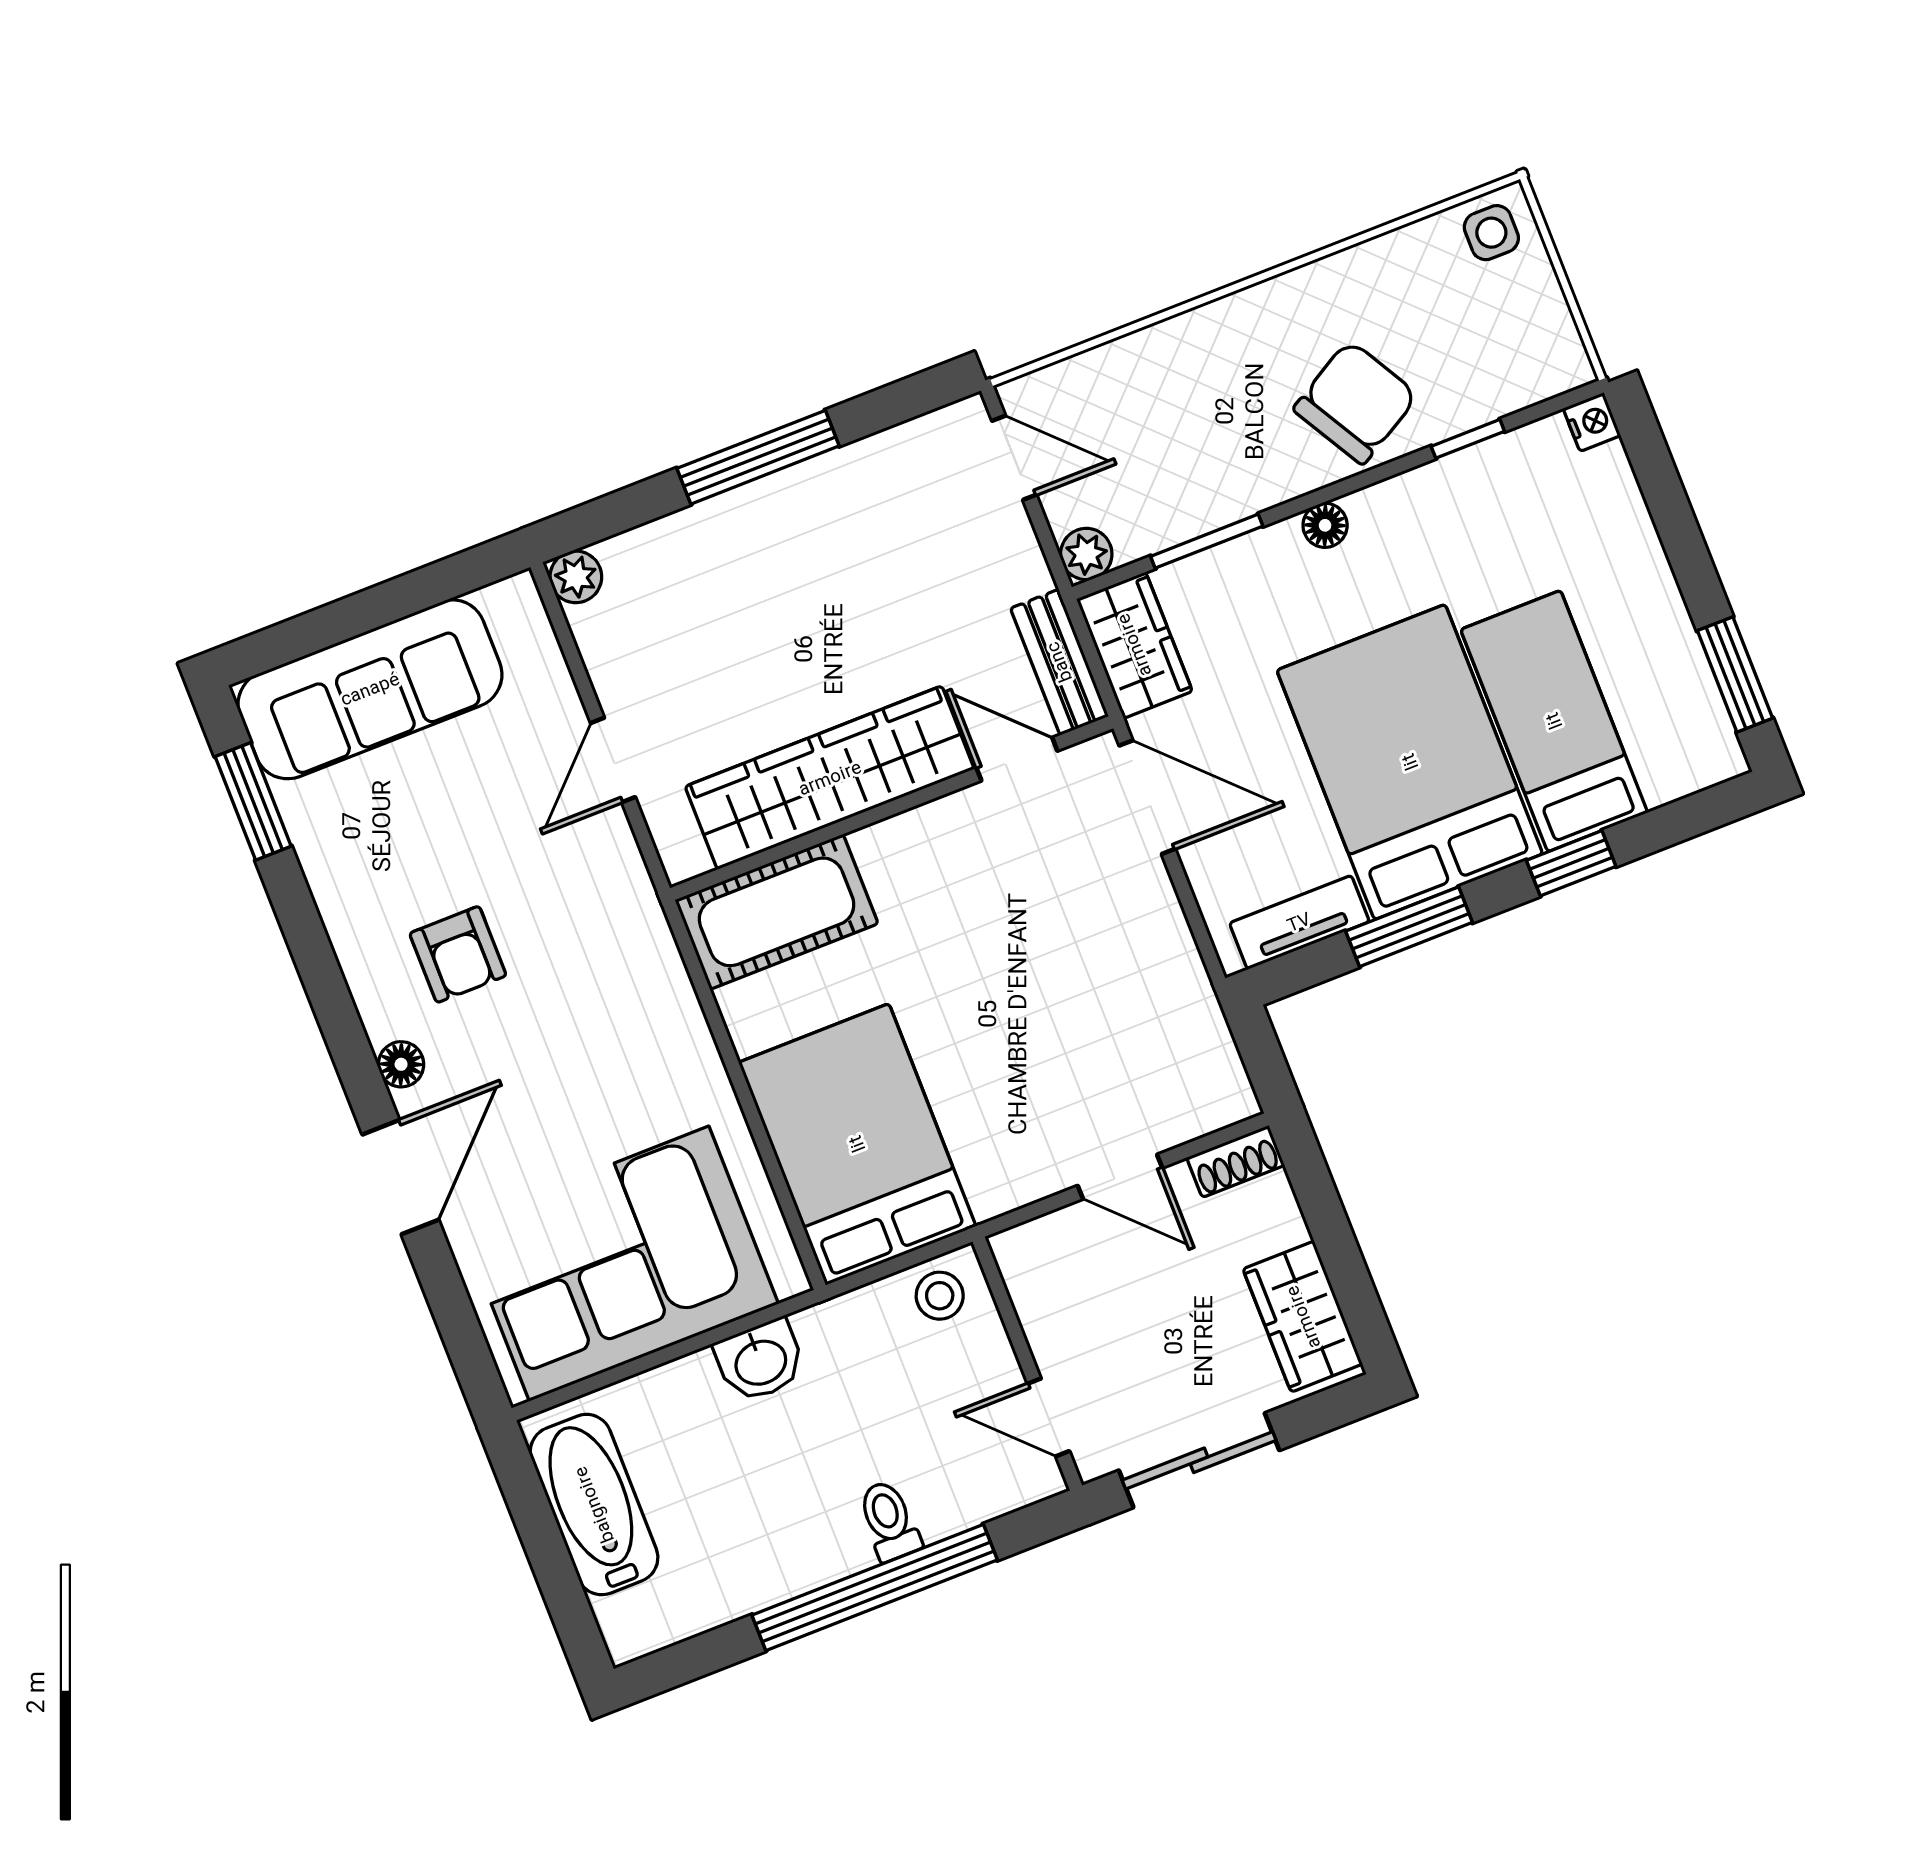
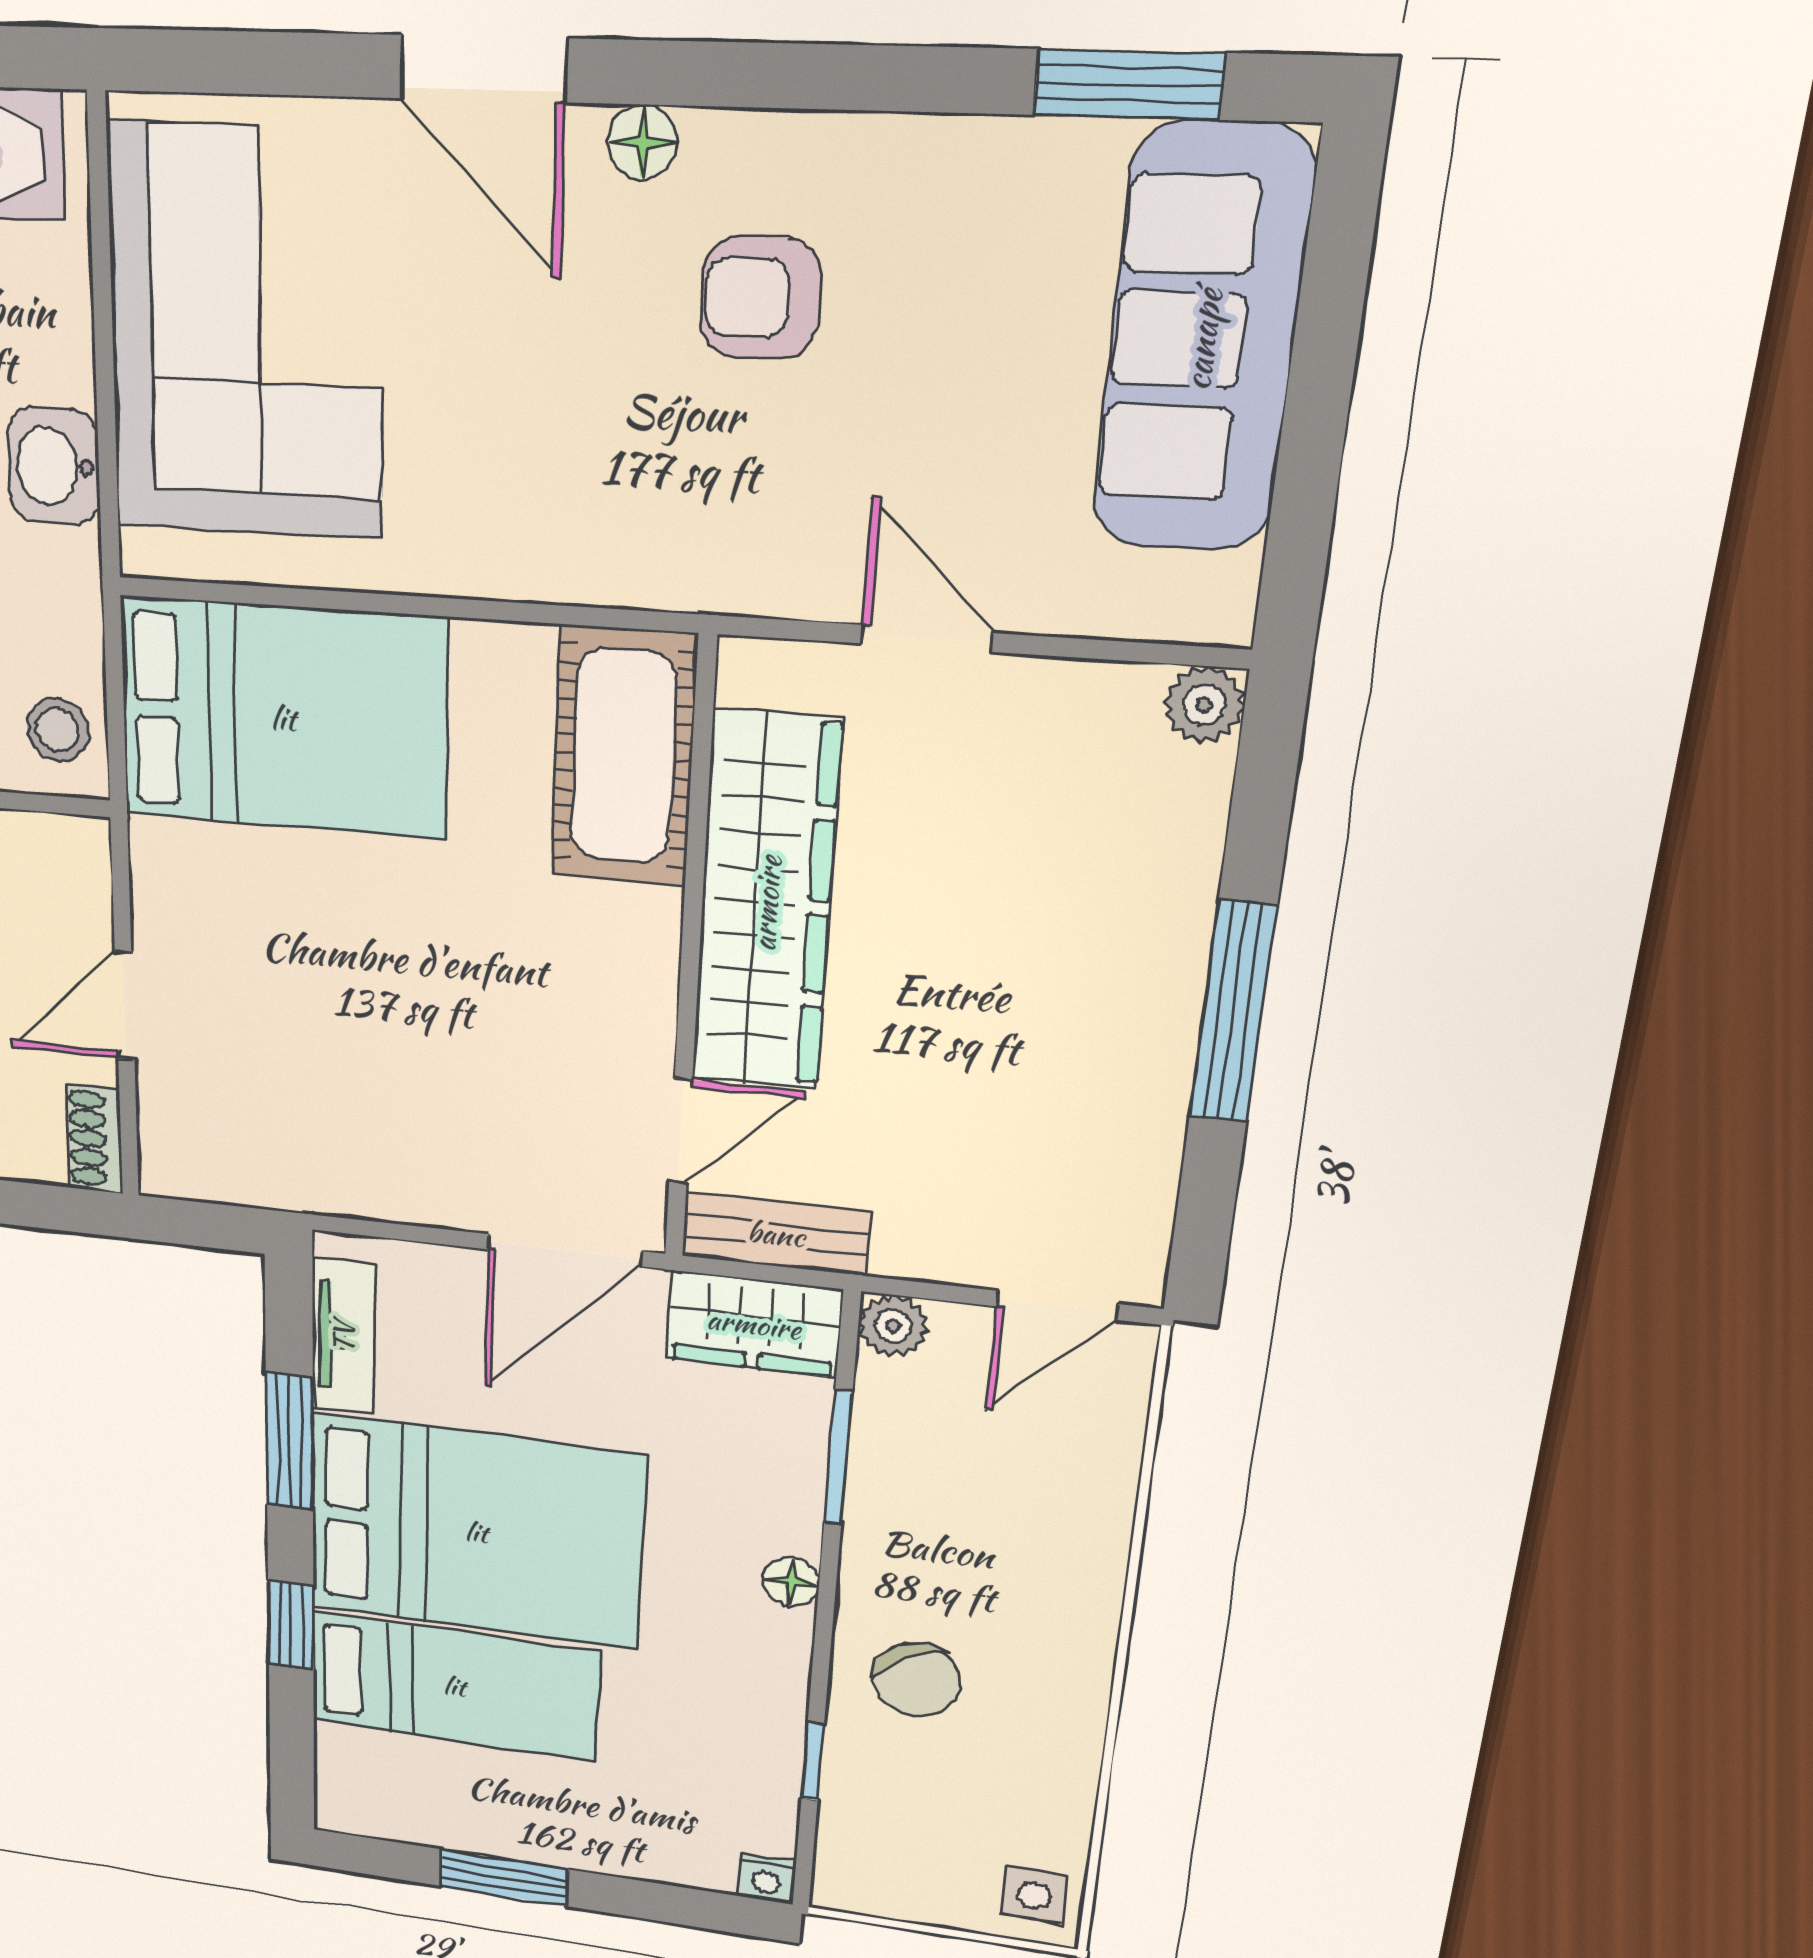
chair: (1356, 402) -> (917, 1680), width x0.73, depth x0.73
window: (1735, 674) -> (504, 1878), moved

